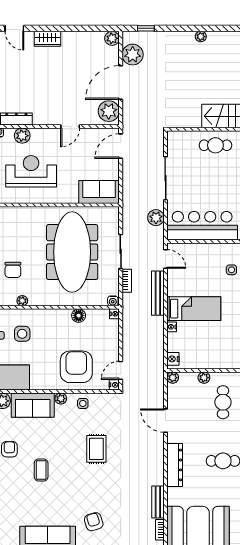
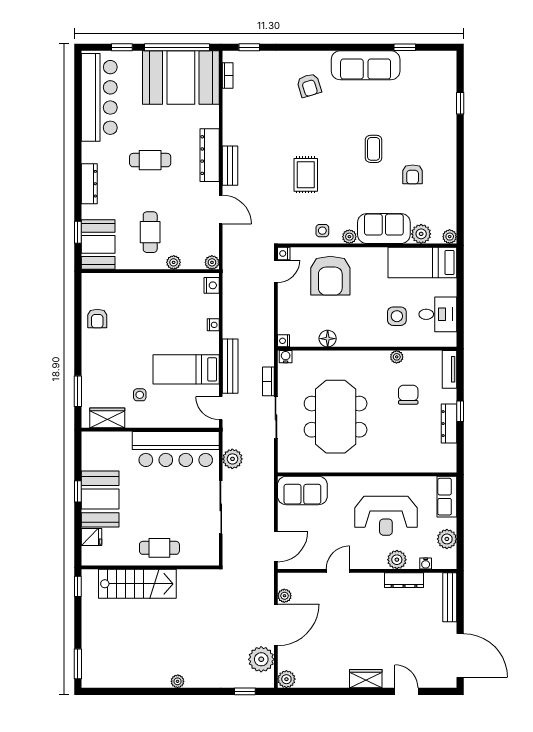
plant: (109, 111) -> (284, 596), width x0.53, depth x0.53
meeting table: (72, 252) -> (336, 417), width x0.73
bed: (194, 309) -> (186, 369), moved
bench: (158, 502) -> (230, 166), moved

